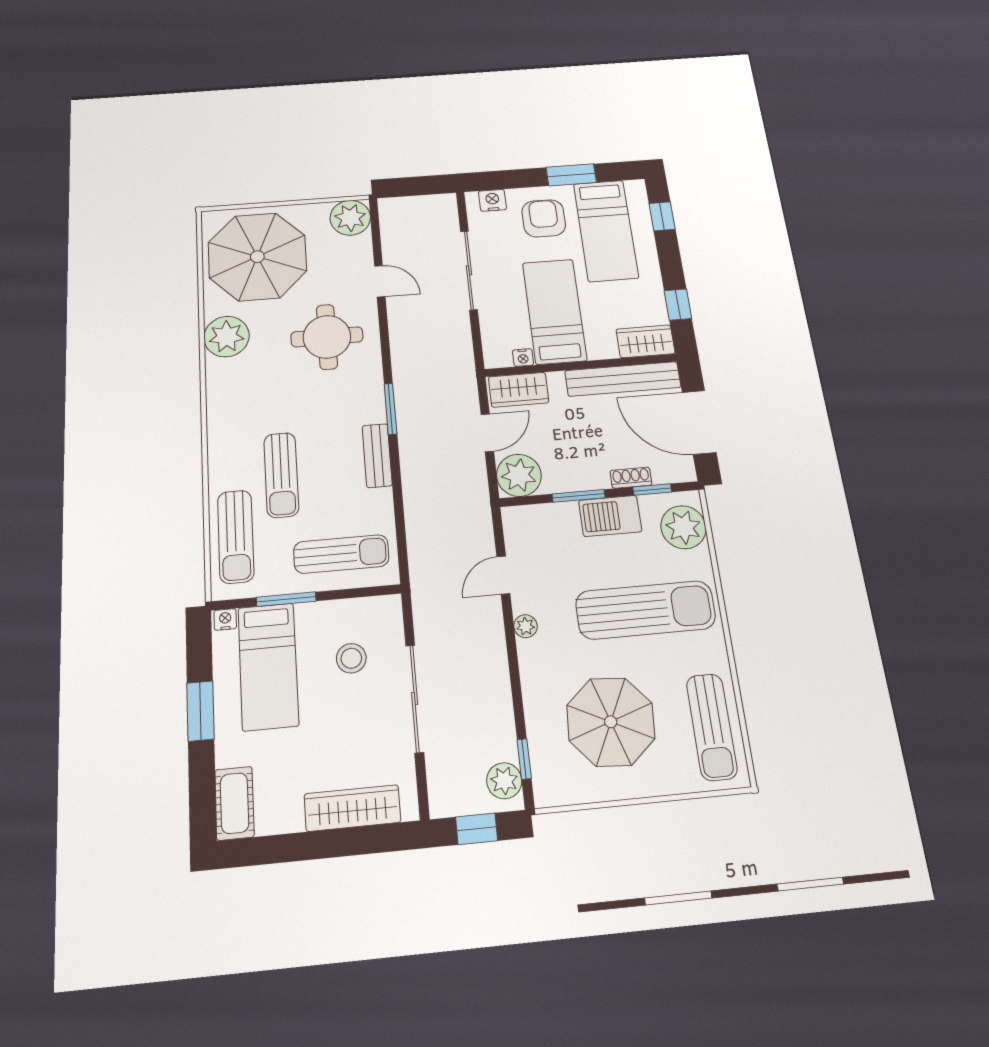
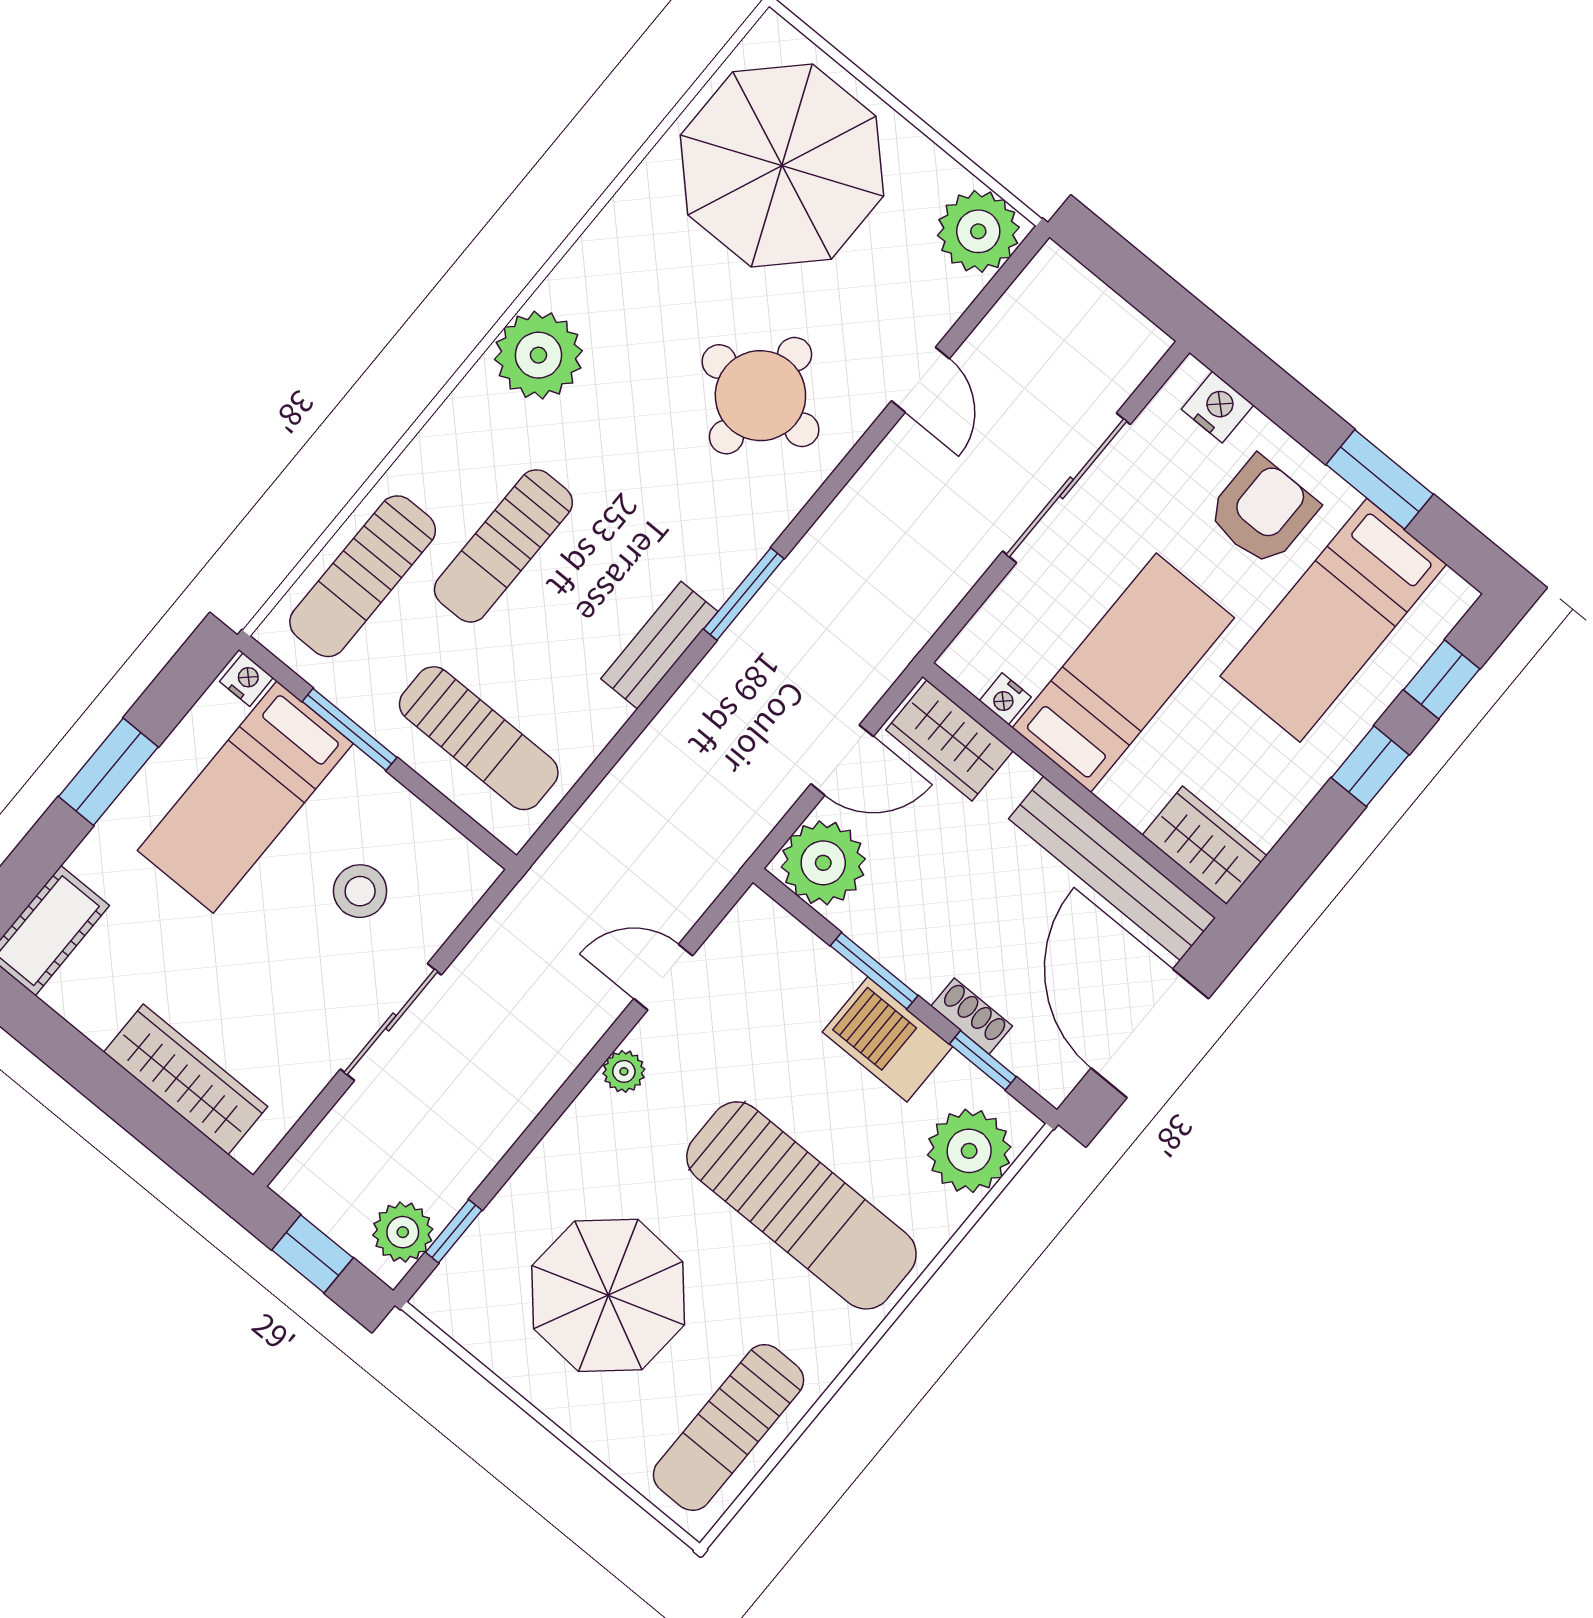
window: (678, 305) -> (1370, 766), moved
plant: (227, 337) -> (538, 355), moved
sliding door: (415, 698) -> (391, 1022), width x0.73

